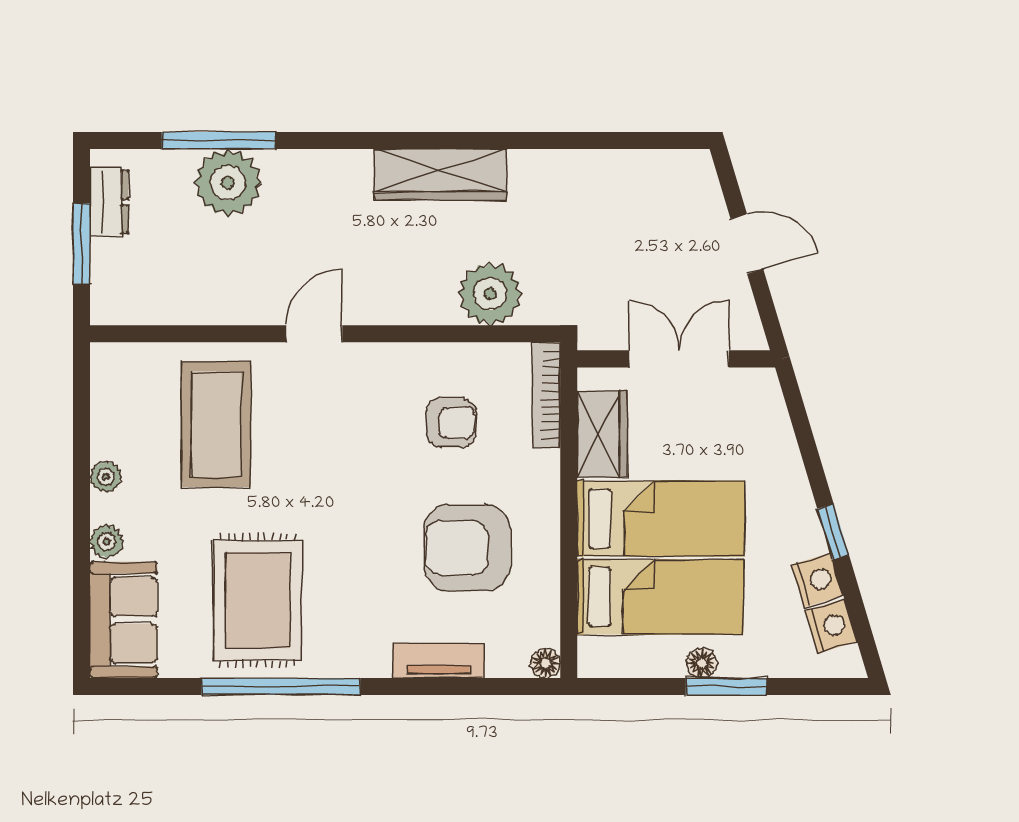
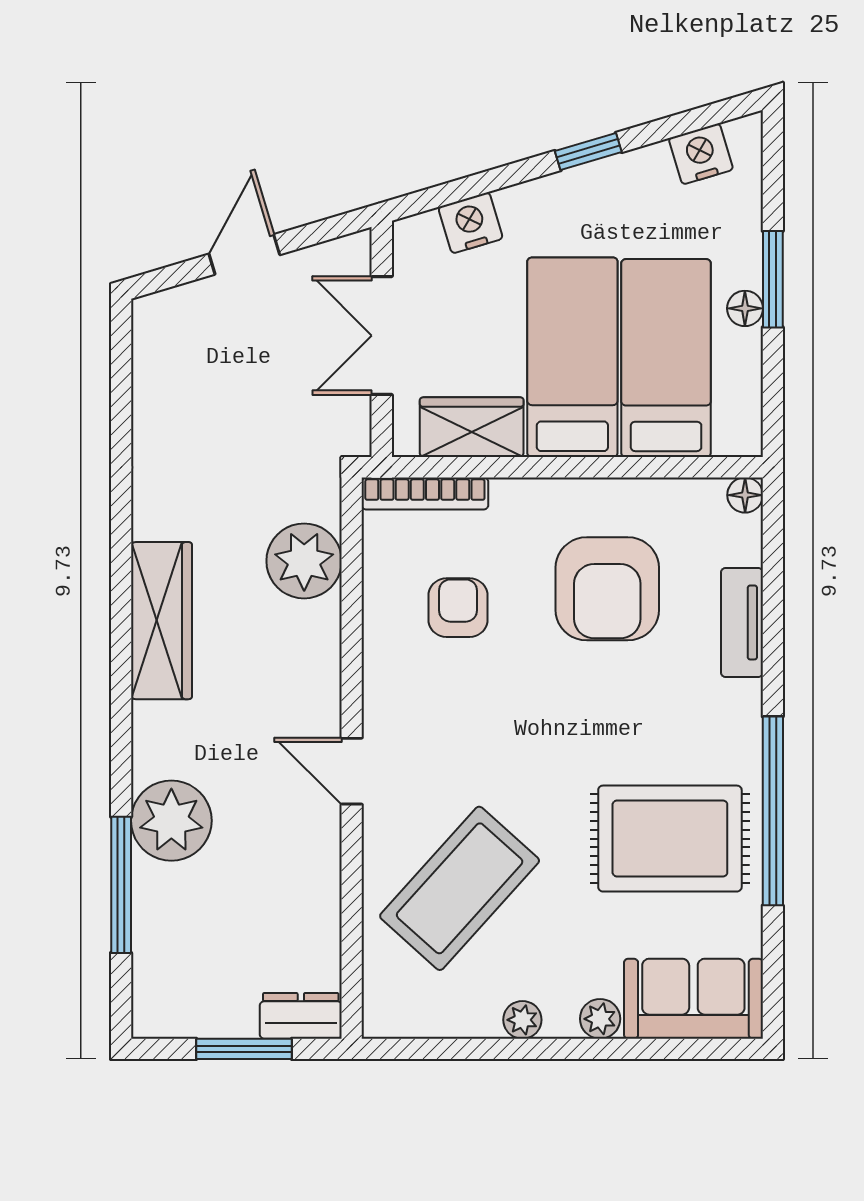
plant: (228, 183) -> (171, 821), moved
dresser: (109, 202) -> (301, 1016), moved
coffee table: (216, 424) -> (460, 888), turned -48
nightstand: (817, 580) -> (471, 223), moved

